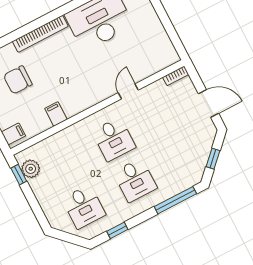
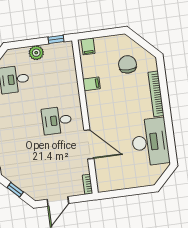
door: (128, 91) -> (89, 144), width x1.87
plant: (31, 169) -> (36, 53), moved
desk: (135, 180) -> (20, 125), removed

